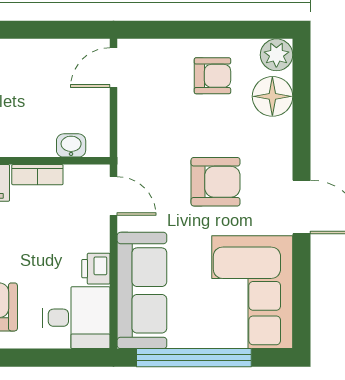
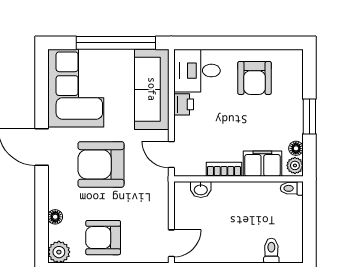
armchair: (212, 76) -> (103, 238), width x1.38, depth x1.38
floor lamp: (272, 96) -> (55, 217), width x0.53, depth x0.53
armchair: (216, 182) -> (101, 164), width x1.36, depth x1.36

